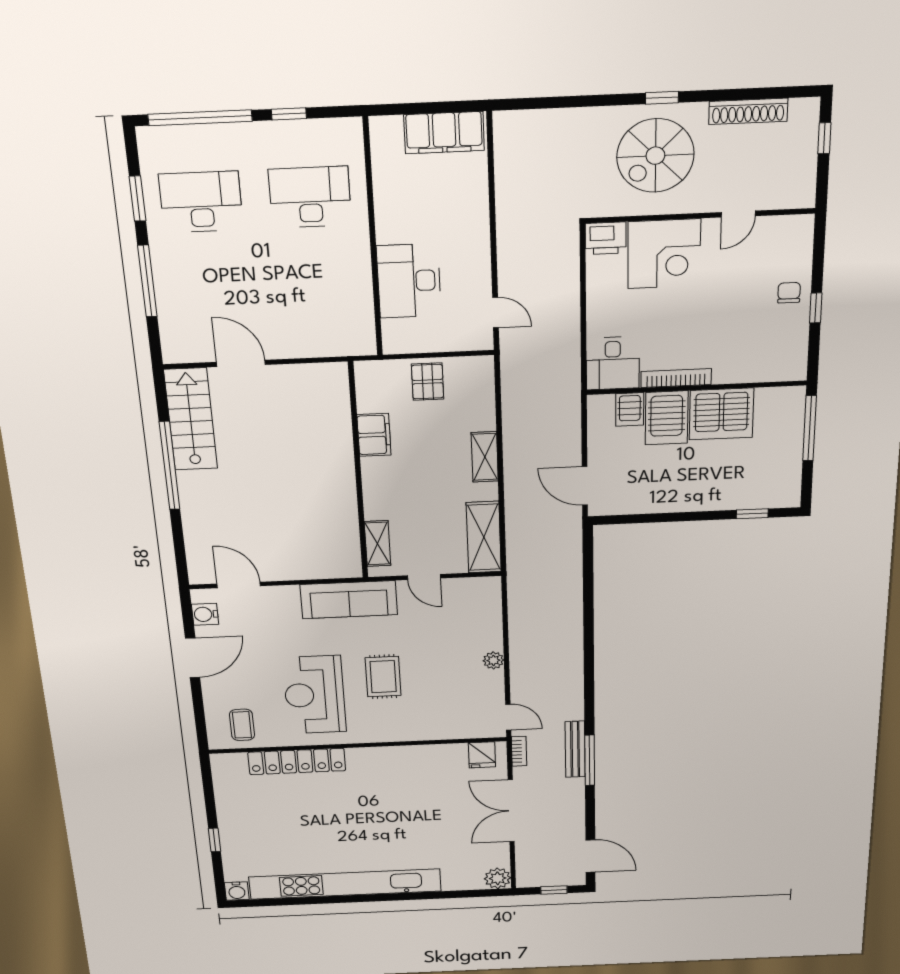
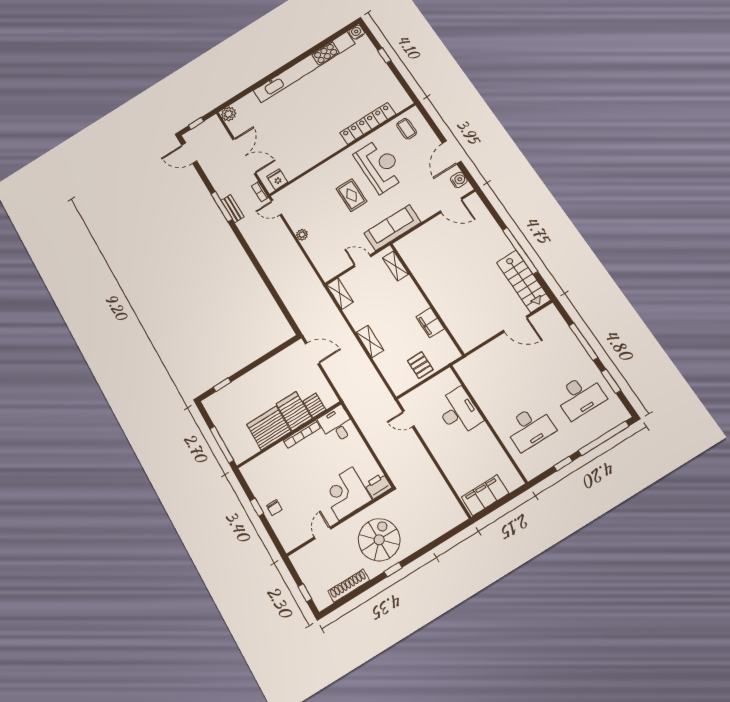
shelving: (484, 537) -> (340, 294), width x0.67, depth x0.75
bench: (575, 749) -> (233, 209), width x0.73

